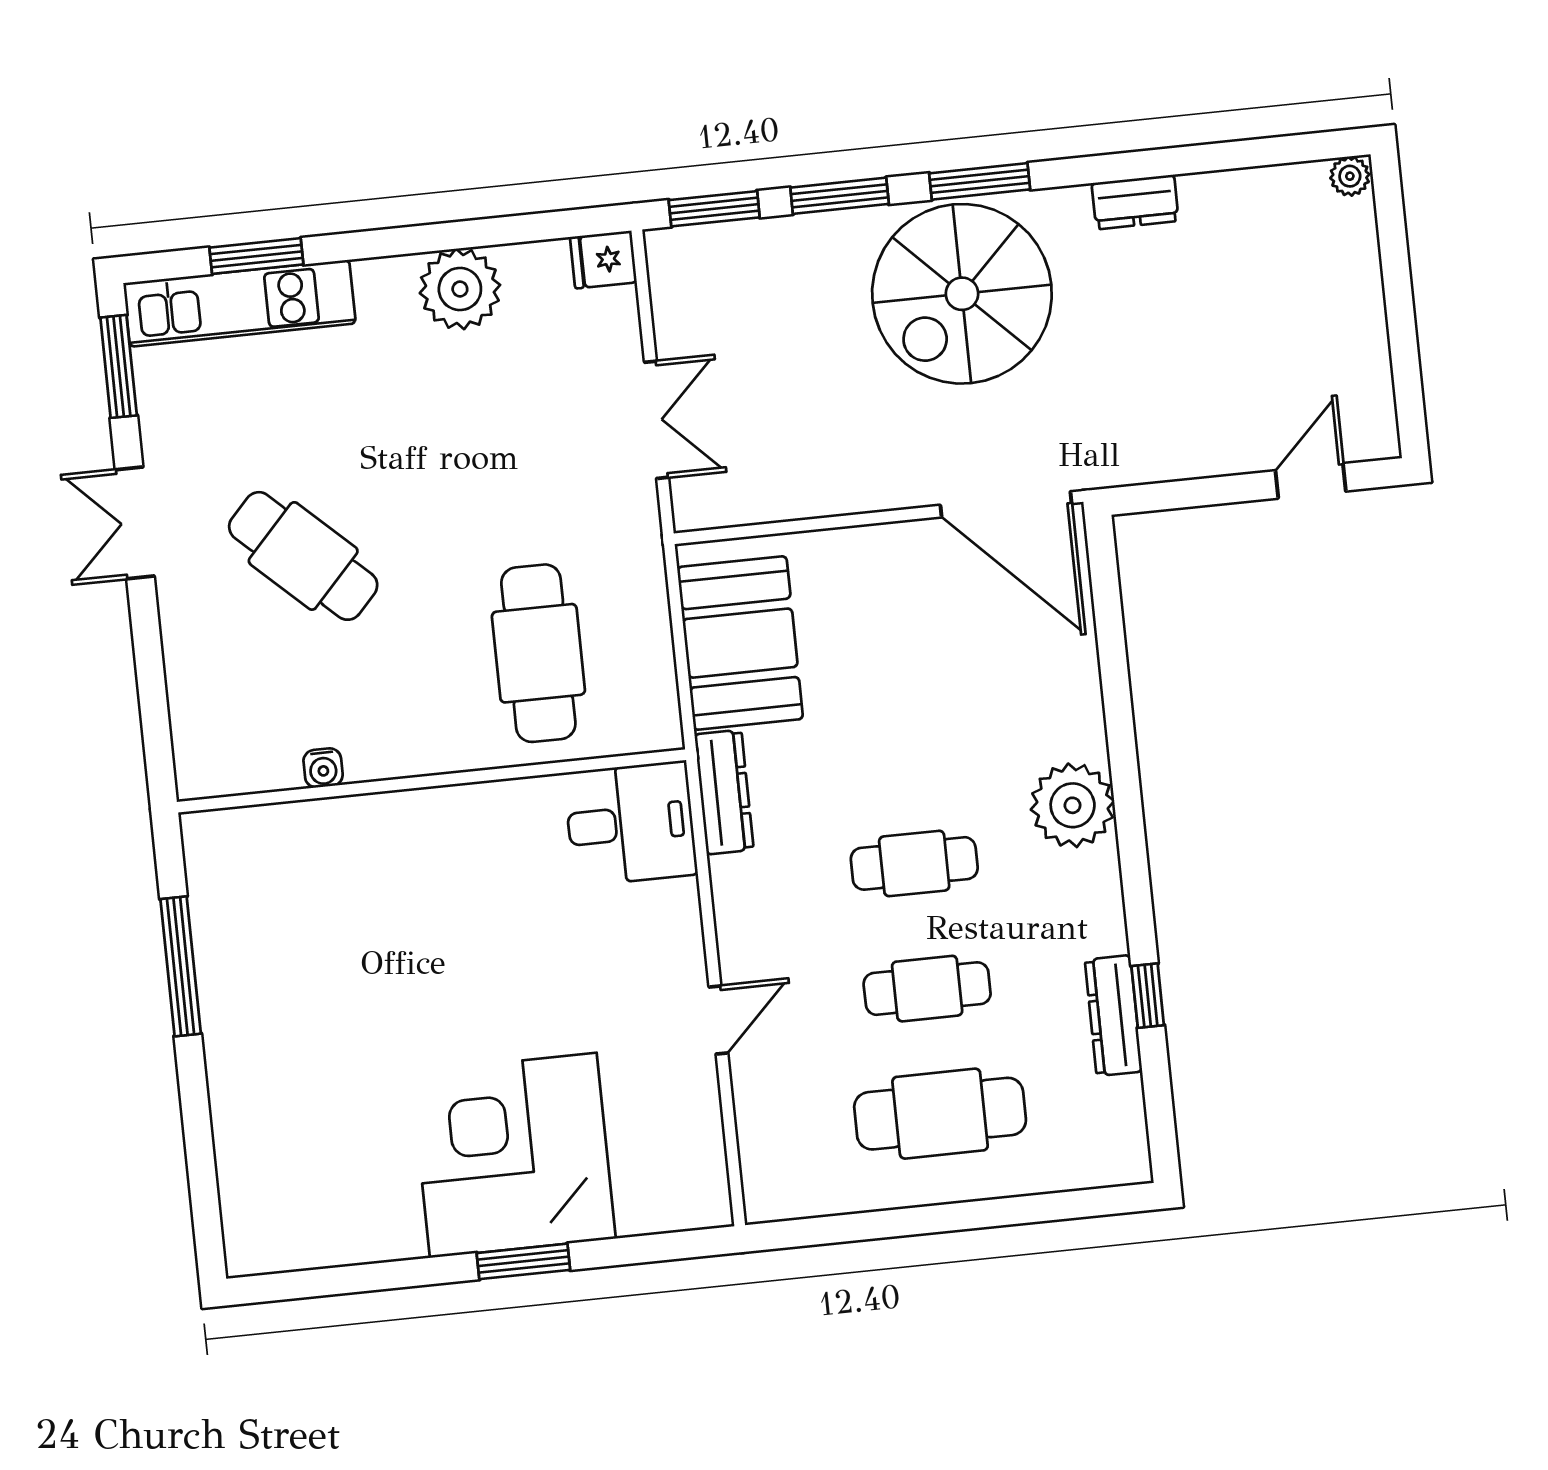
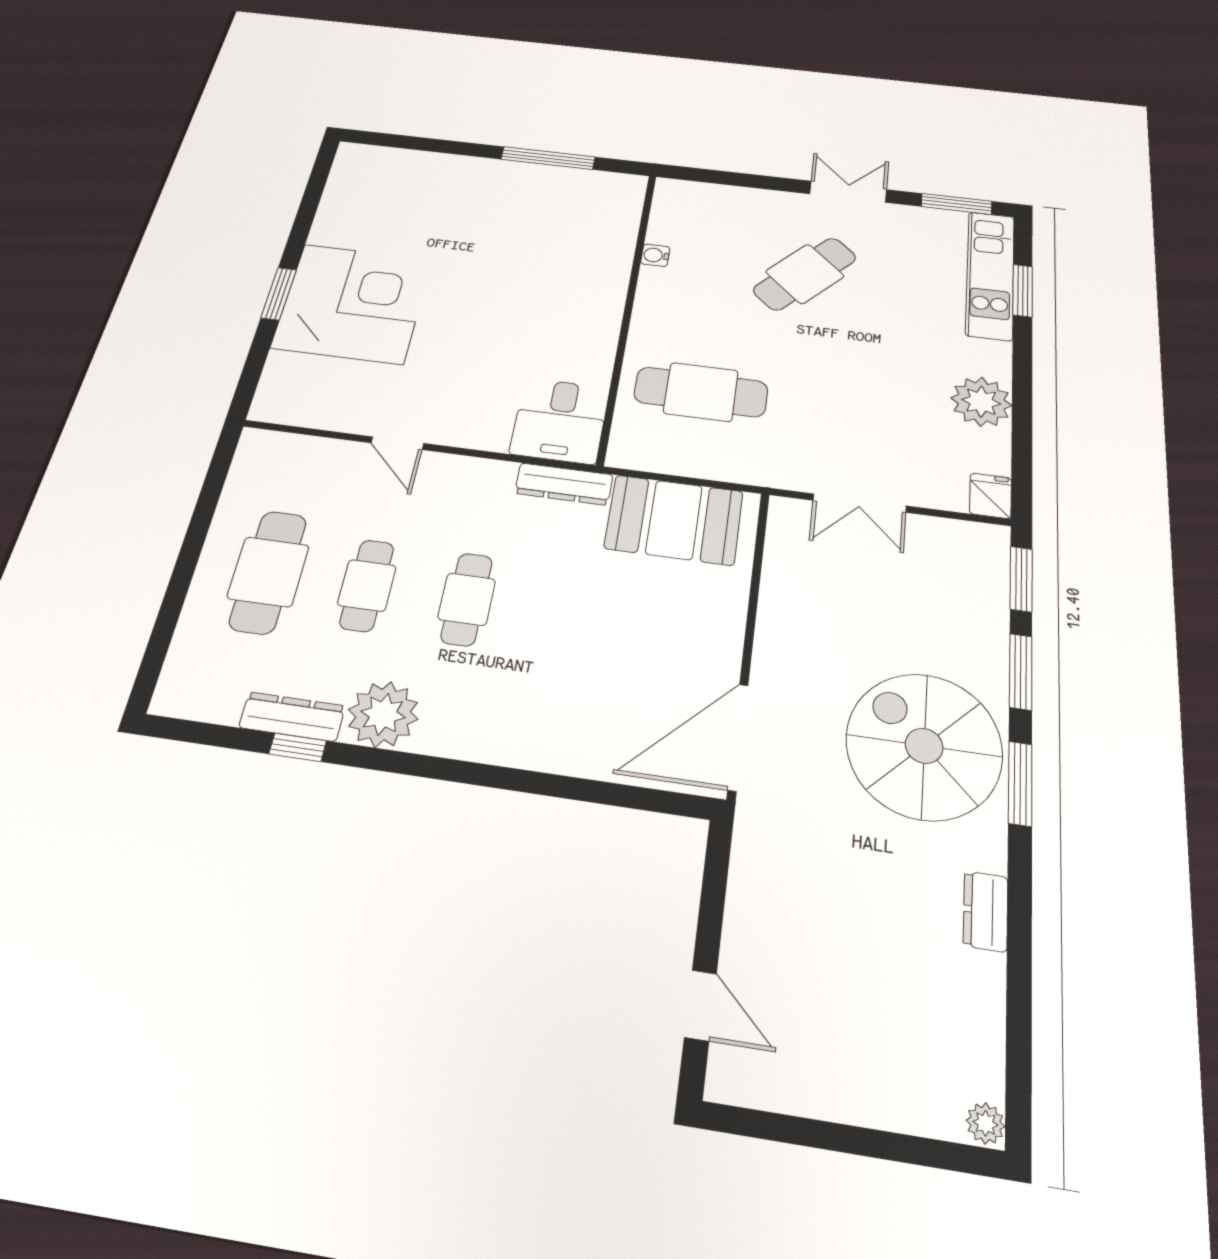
plant: (1073, 805) -> (383, 714), moved

